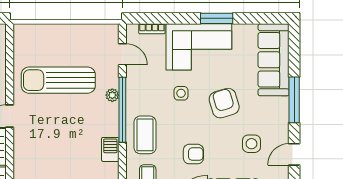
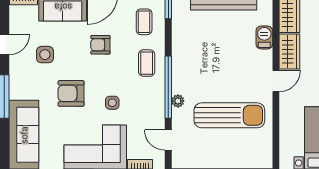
armchair: (224, 103) -> (71, 93), turned 107
coffee table: (145, 135) -> (147, 63), width x0.73, depth x0.77
barbecue: (110, 149) -> (264, 37), moved, turned 180

